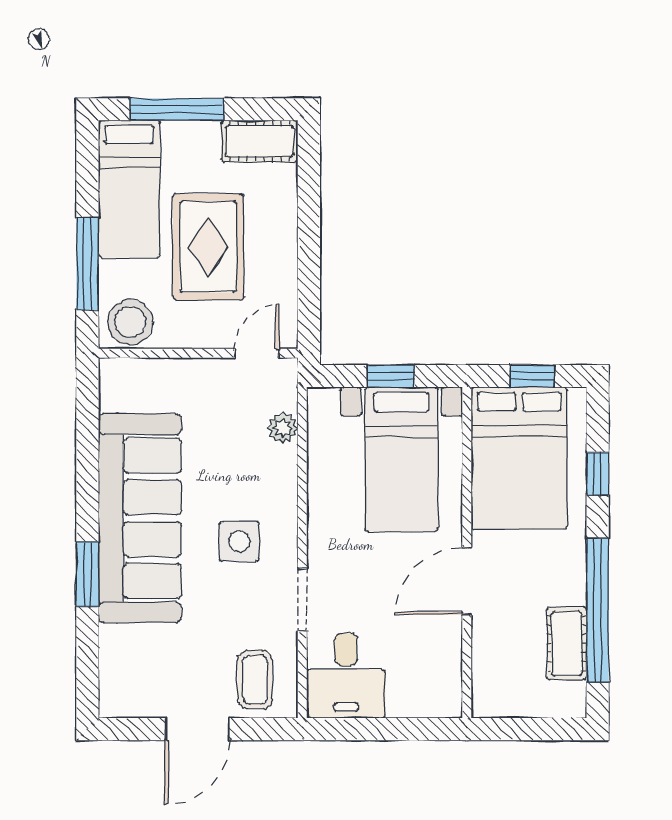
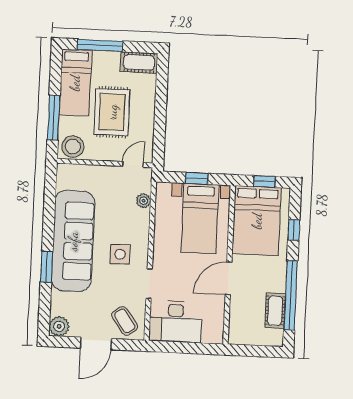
desk: (346, 676) -> (175, 321), width x1.37
coffee table: (255, 680) -> (125, 321), turned -35
plant: (119, 697) -> (59, 326), added

